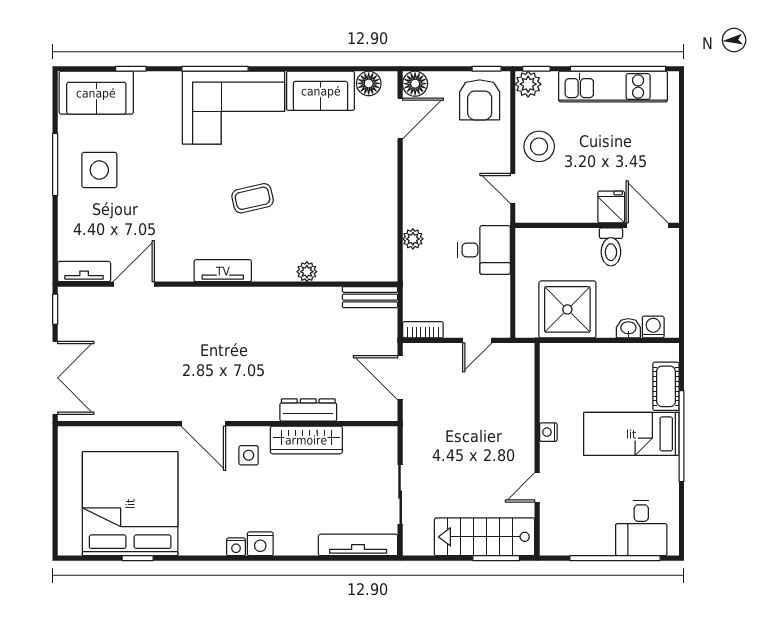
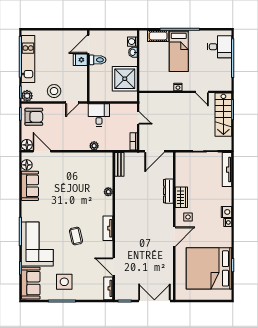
corner sofa: (233, 108) -> (37, 244), moved
coffee table: (253, 198) -> (76, 236), moved
wardrobe: (306, 440) -> (181, 197), width x0.67

